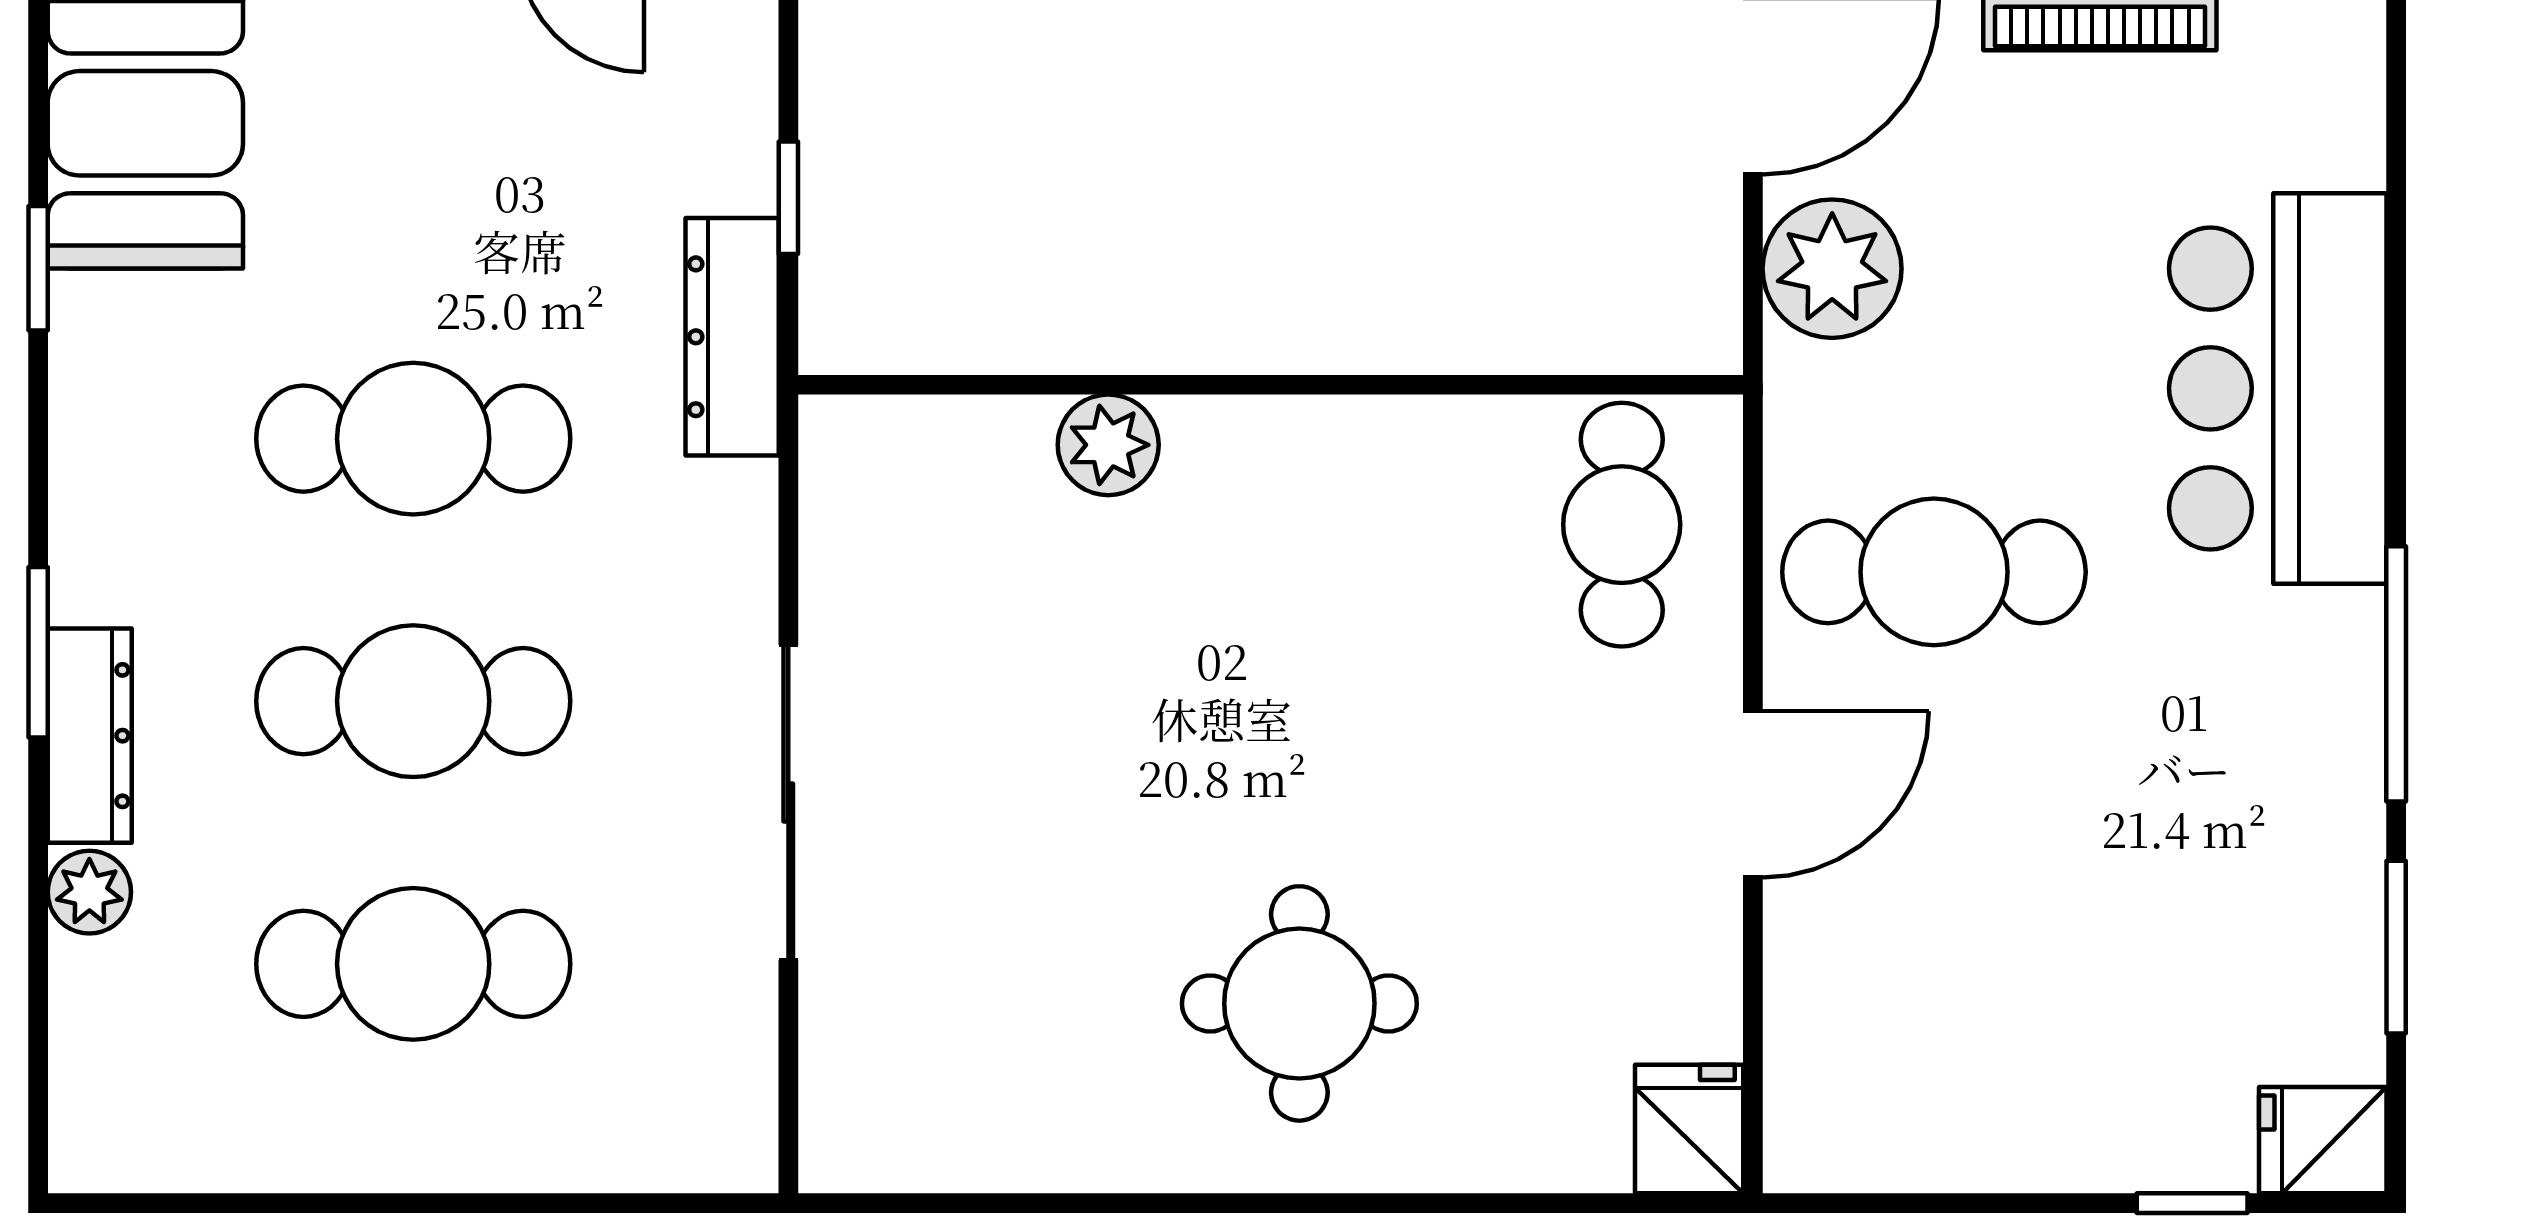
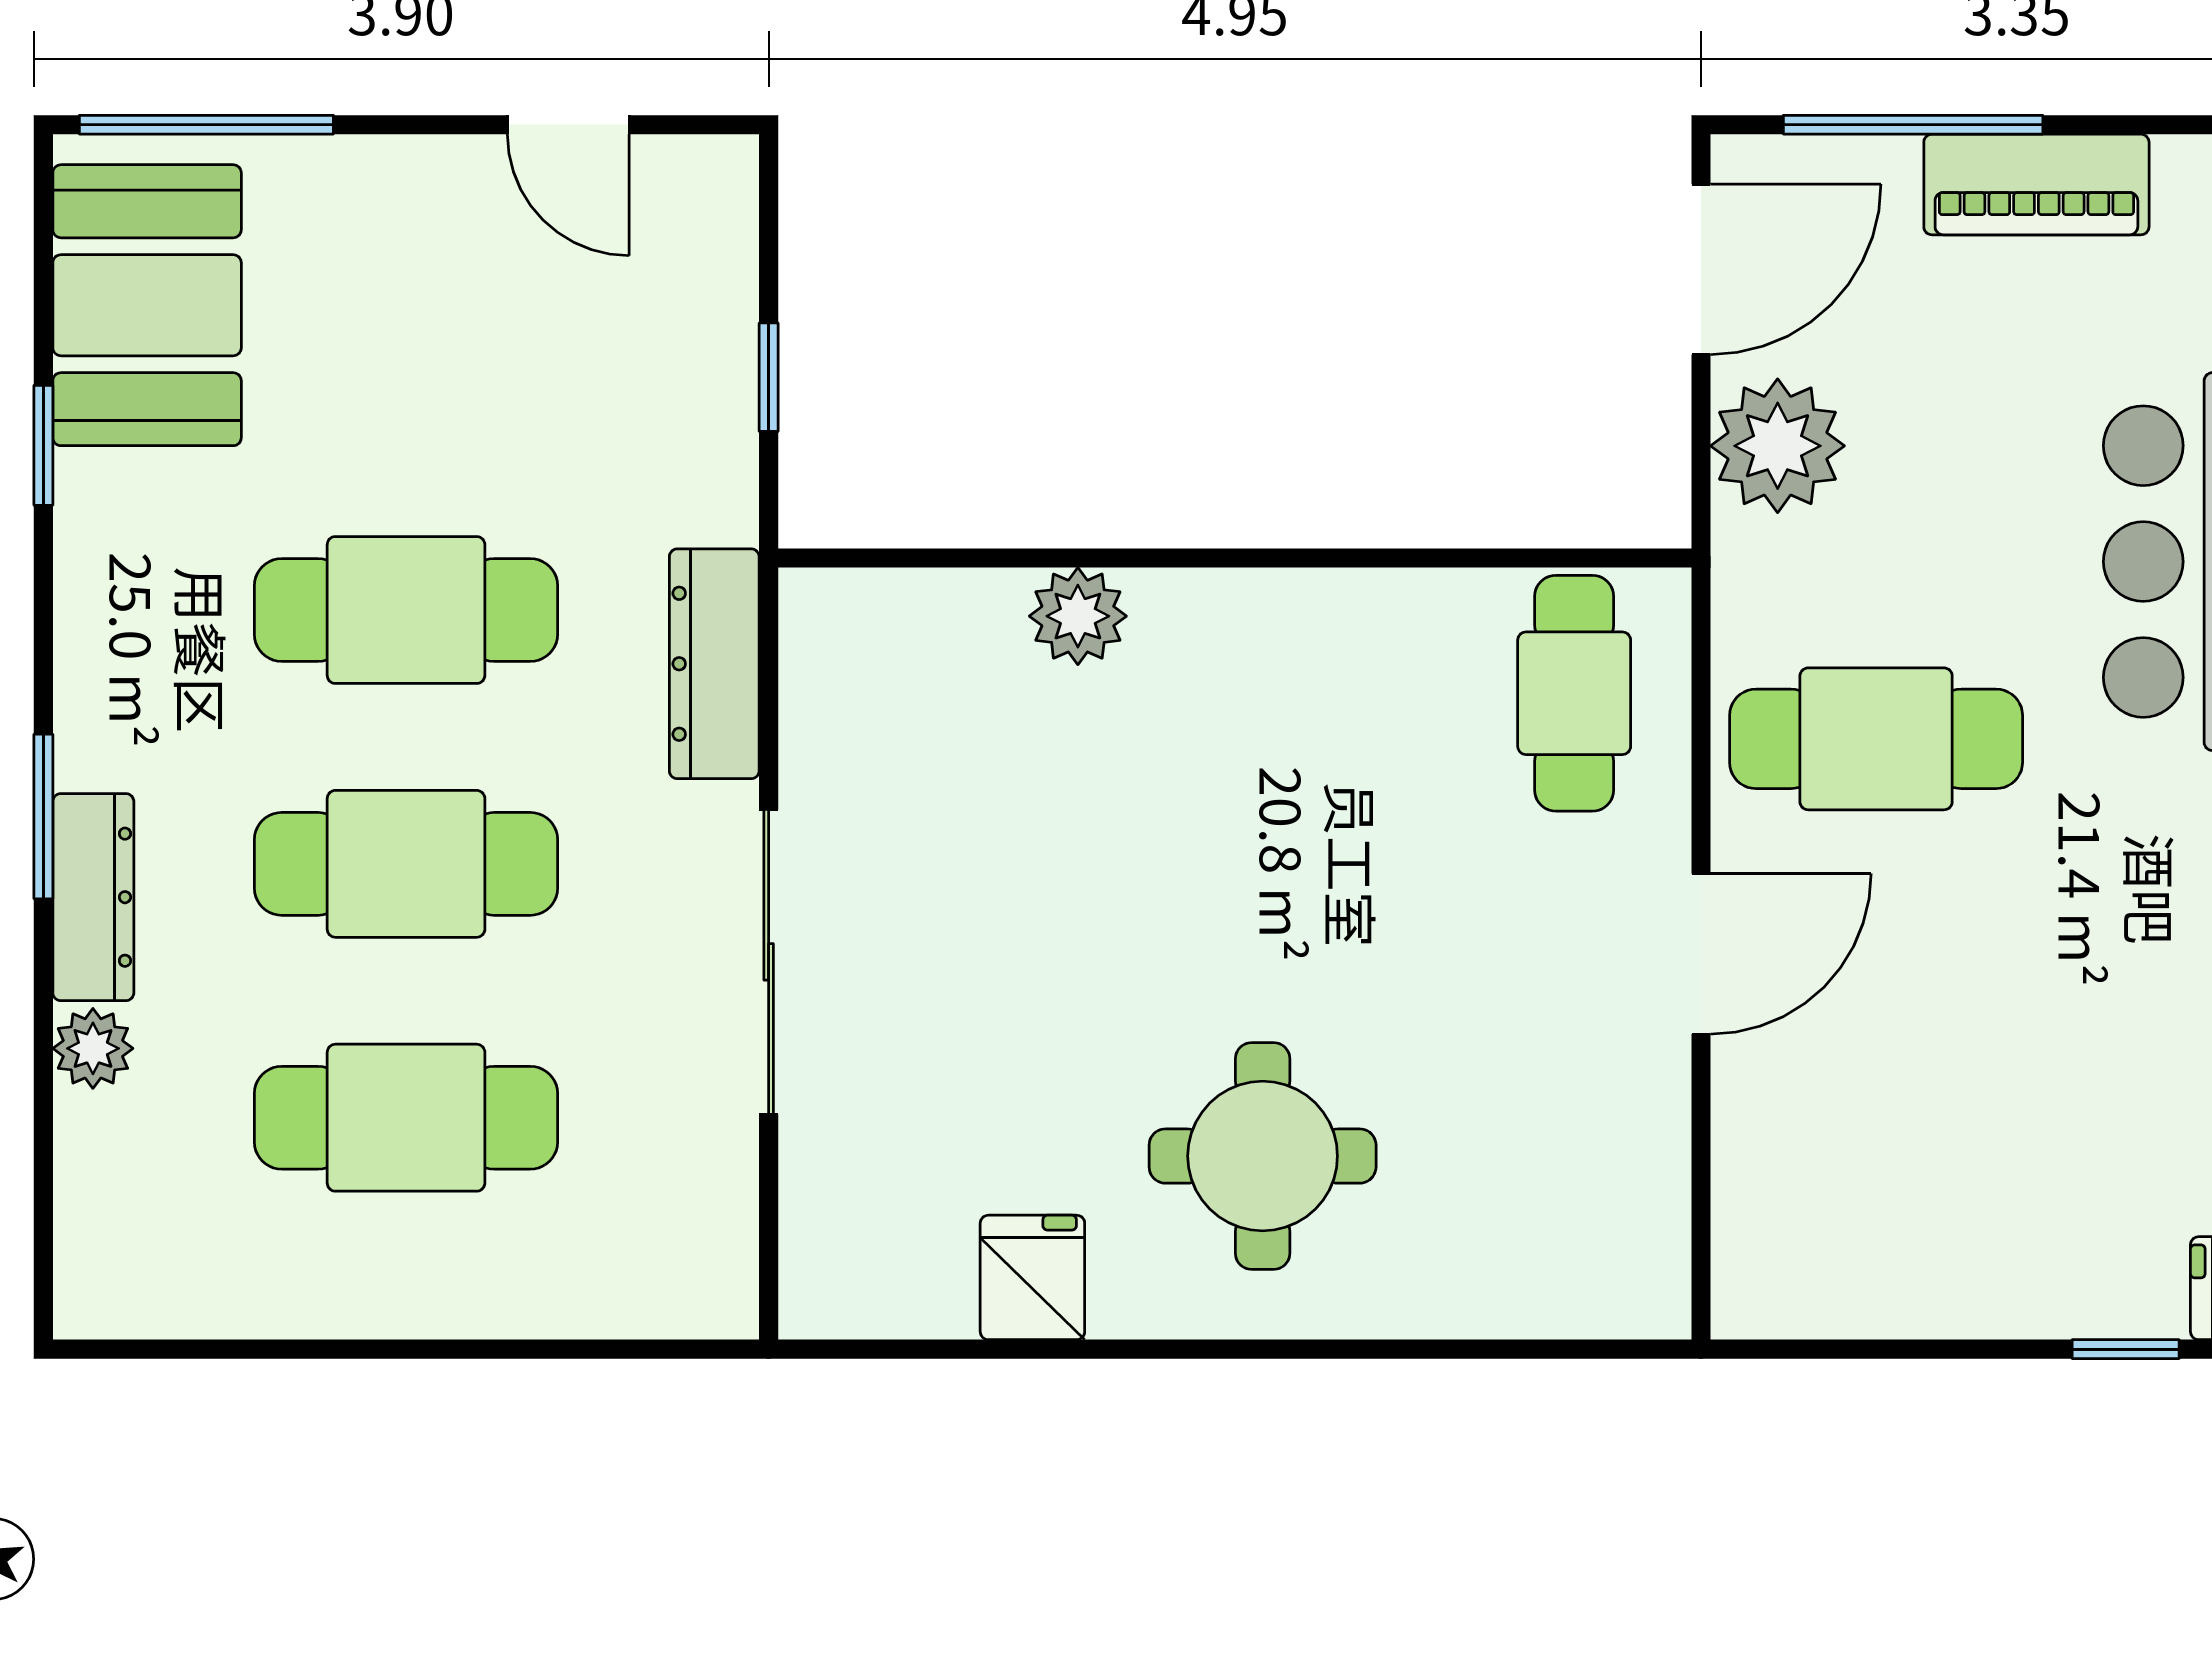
dresser: (732, 337) -> (714, 664), moved
fridge: (1689, 1129) -> (1032, 1277), moved

